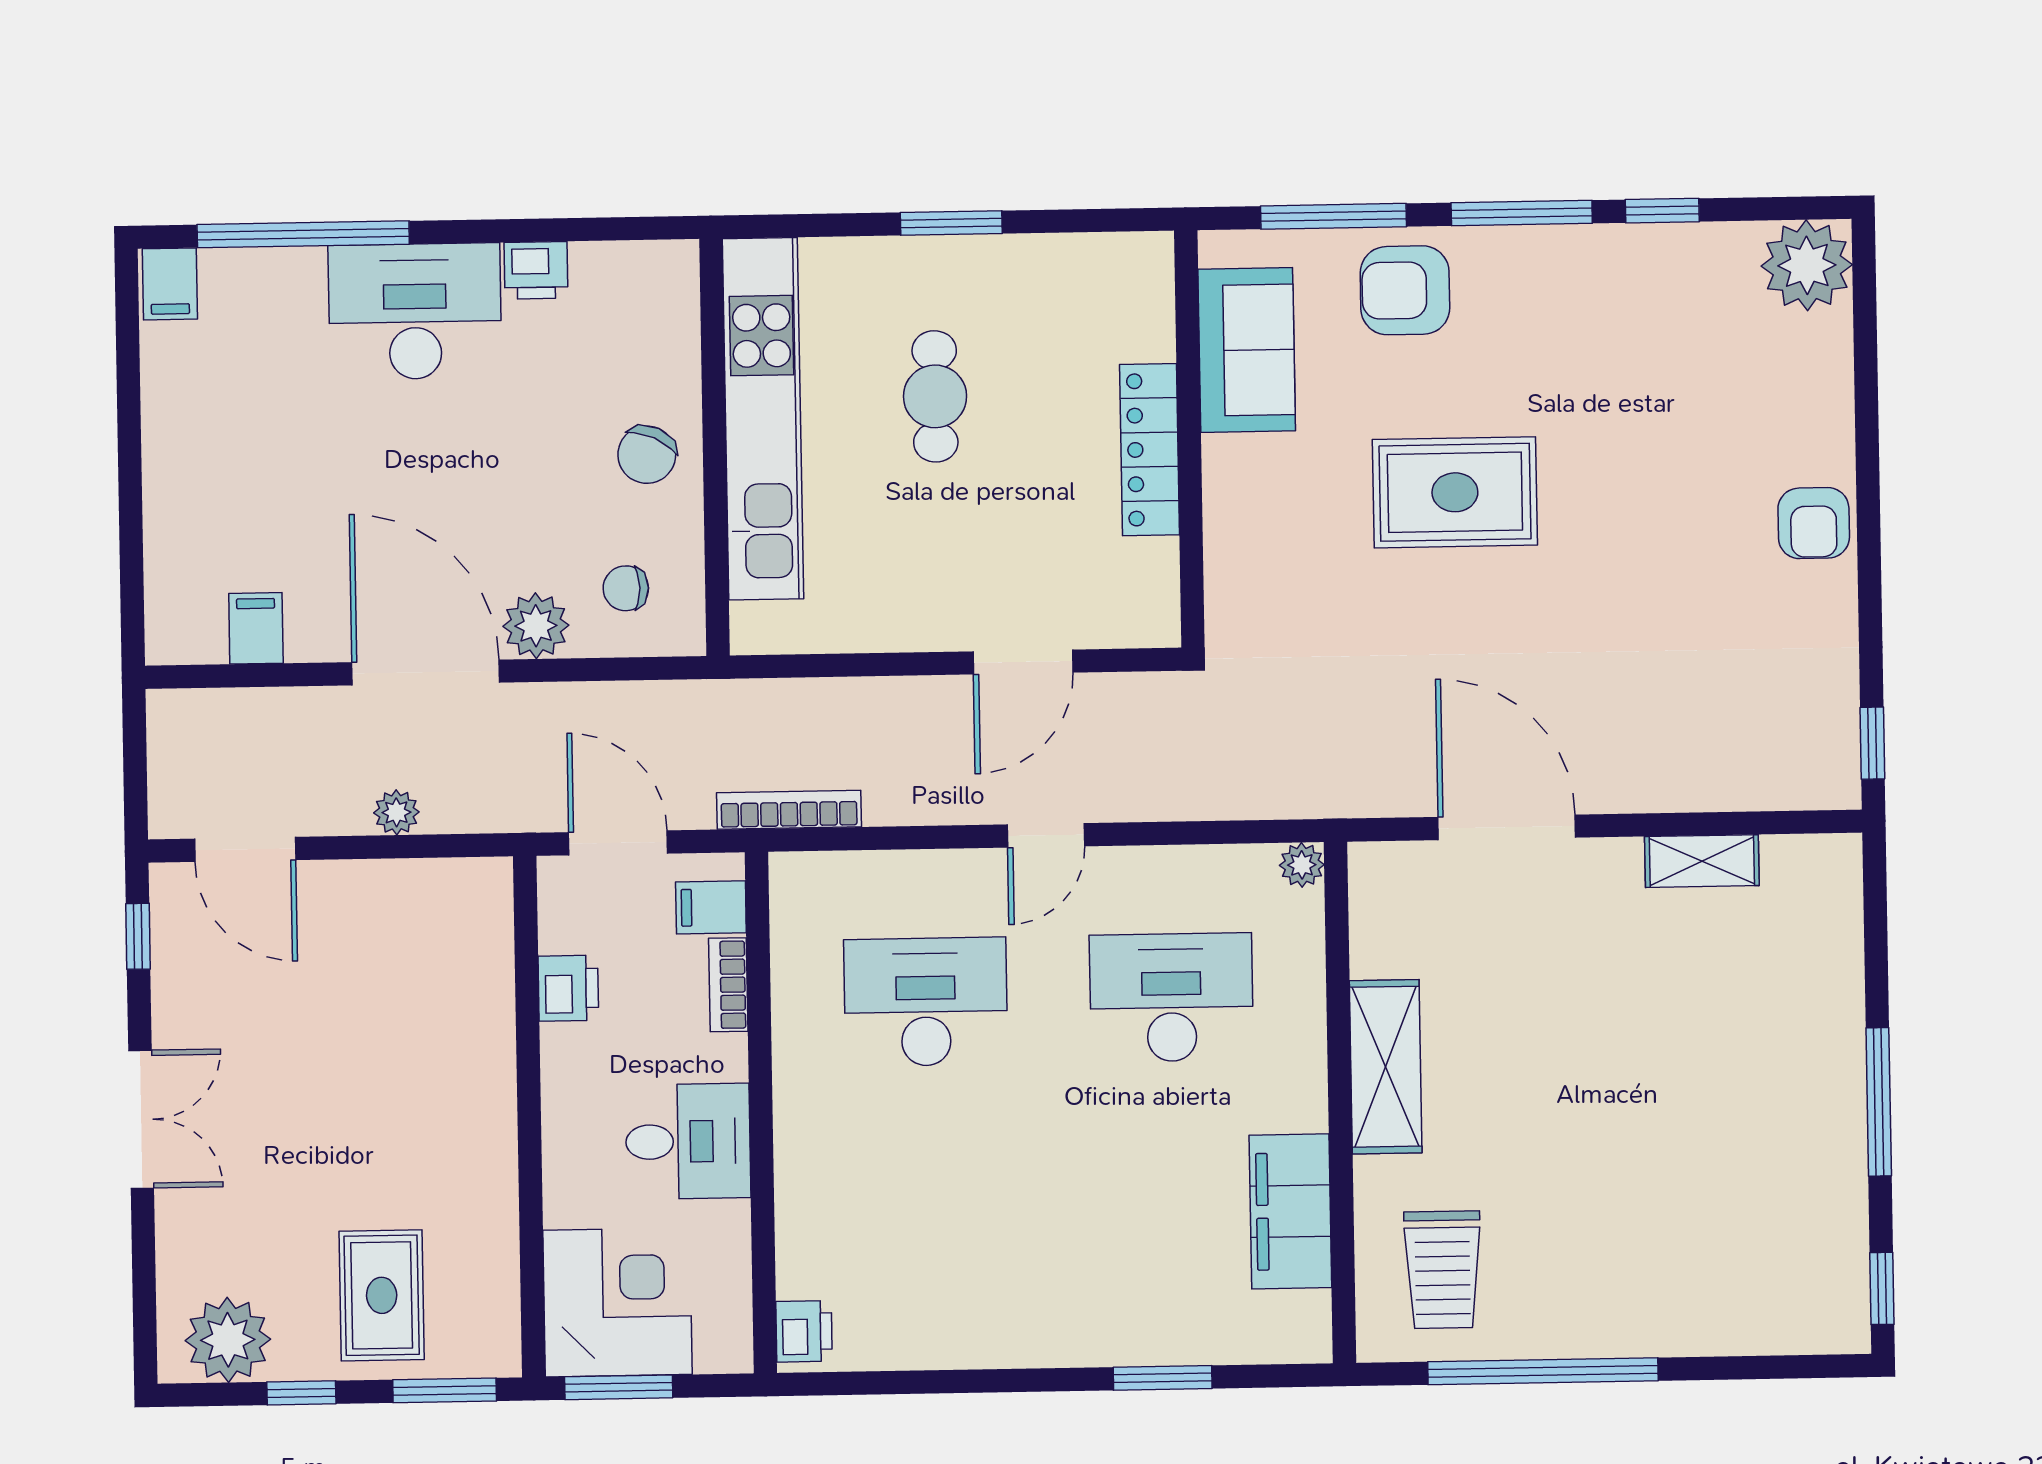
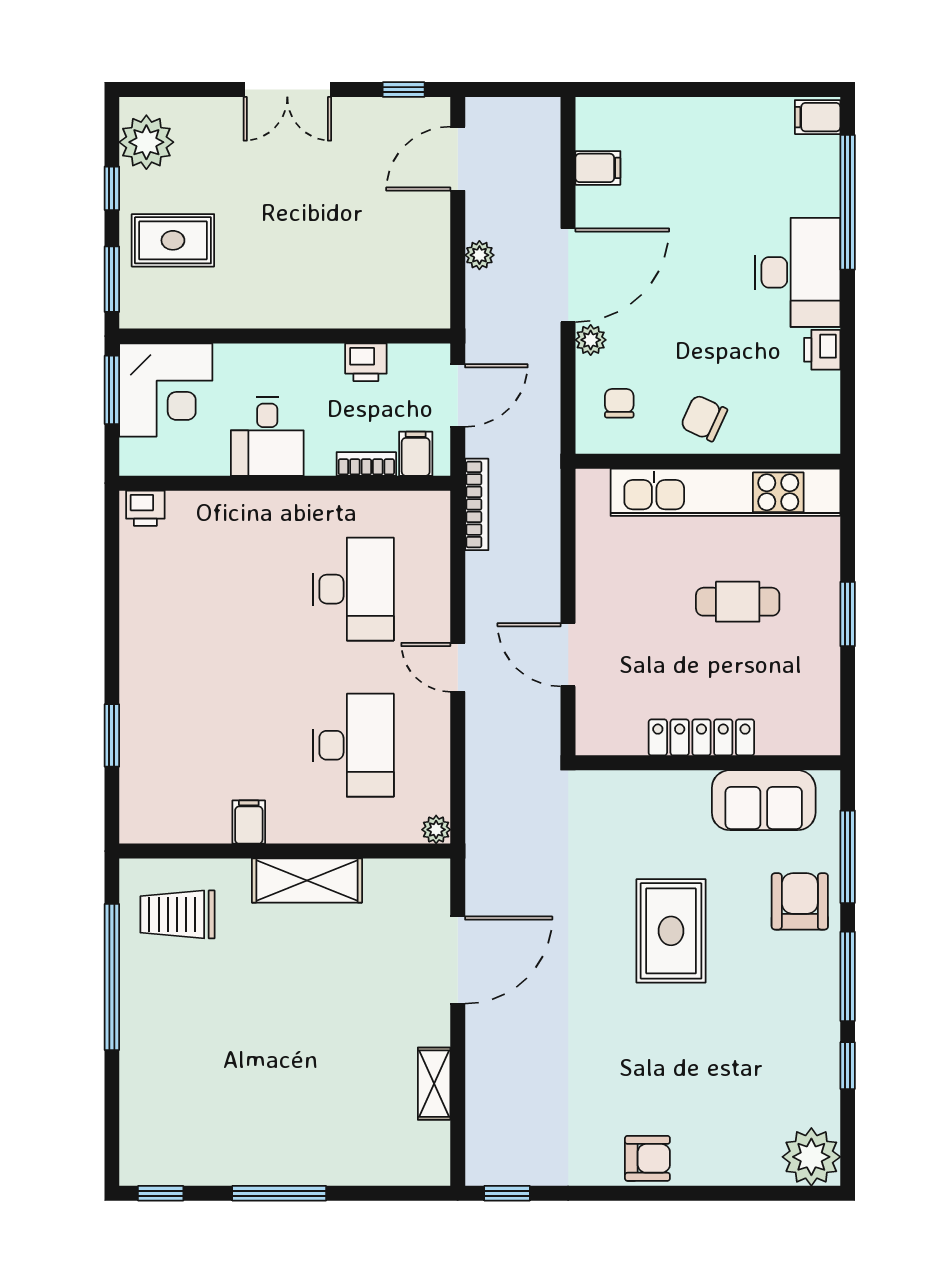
armchair: (1814, 523) -> (647, 1158), turned 180
plant: (536, 626) -> (591, 340), width x0.73, depth x0.73
filing cabinet: (1290, 1211) -> (249, 822), width x0.33, depth x0.86

